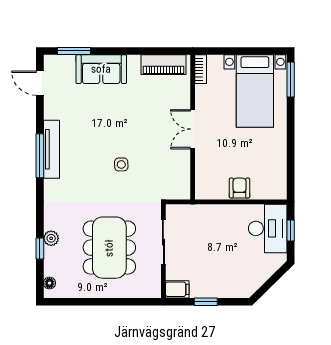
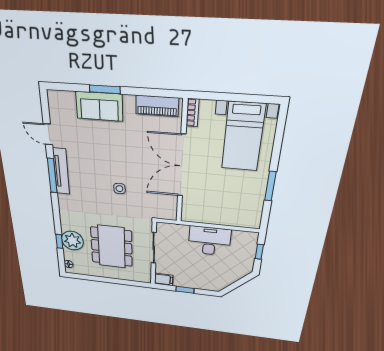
window: (74, 51) -> (105, 89), moved
window: (291, 80) -> (270, 186), moved
door: (40, 83) -> (48, 134), moved
double door: (193, 129) -> (182, 166), width x1.87
armchair: (240, 188) -> (219, 216), removed
desk: (268, 228) -> (209, 241), moved, turned -90
plant: (51, 238) -> (72, 241), width x1.88, depth x1.88

